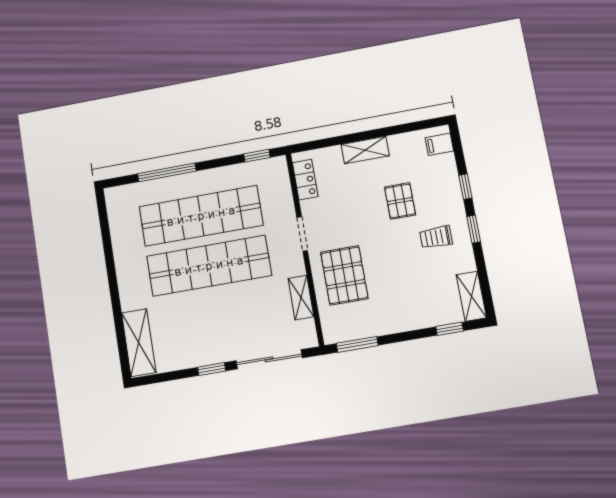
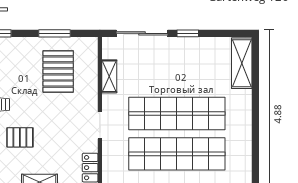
pallet: (400, 201) -> (20, 137), turned 90
pallet: (344, 275) -> (58, 71), moved
window: (357, 344) -> (55, 33), moved

